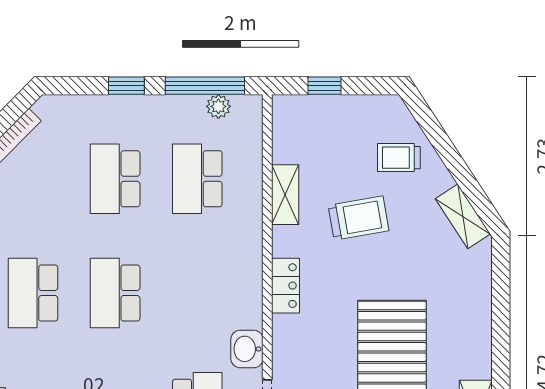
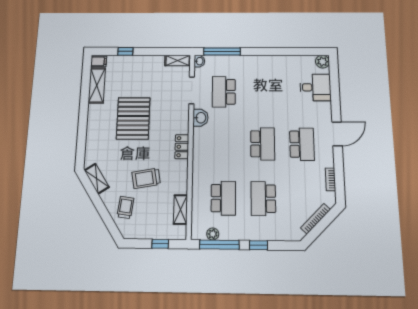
trolley: (399, 158) -> (125, 207), turned -83
school desk: (115, 179) -> (263, 199), turned 180
shelving: (285, 195) -> (180, 210), moved

